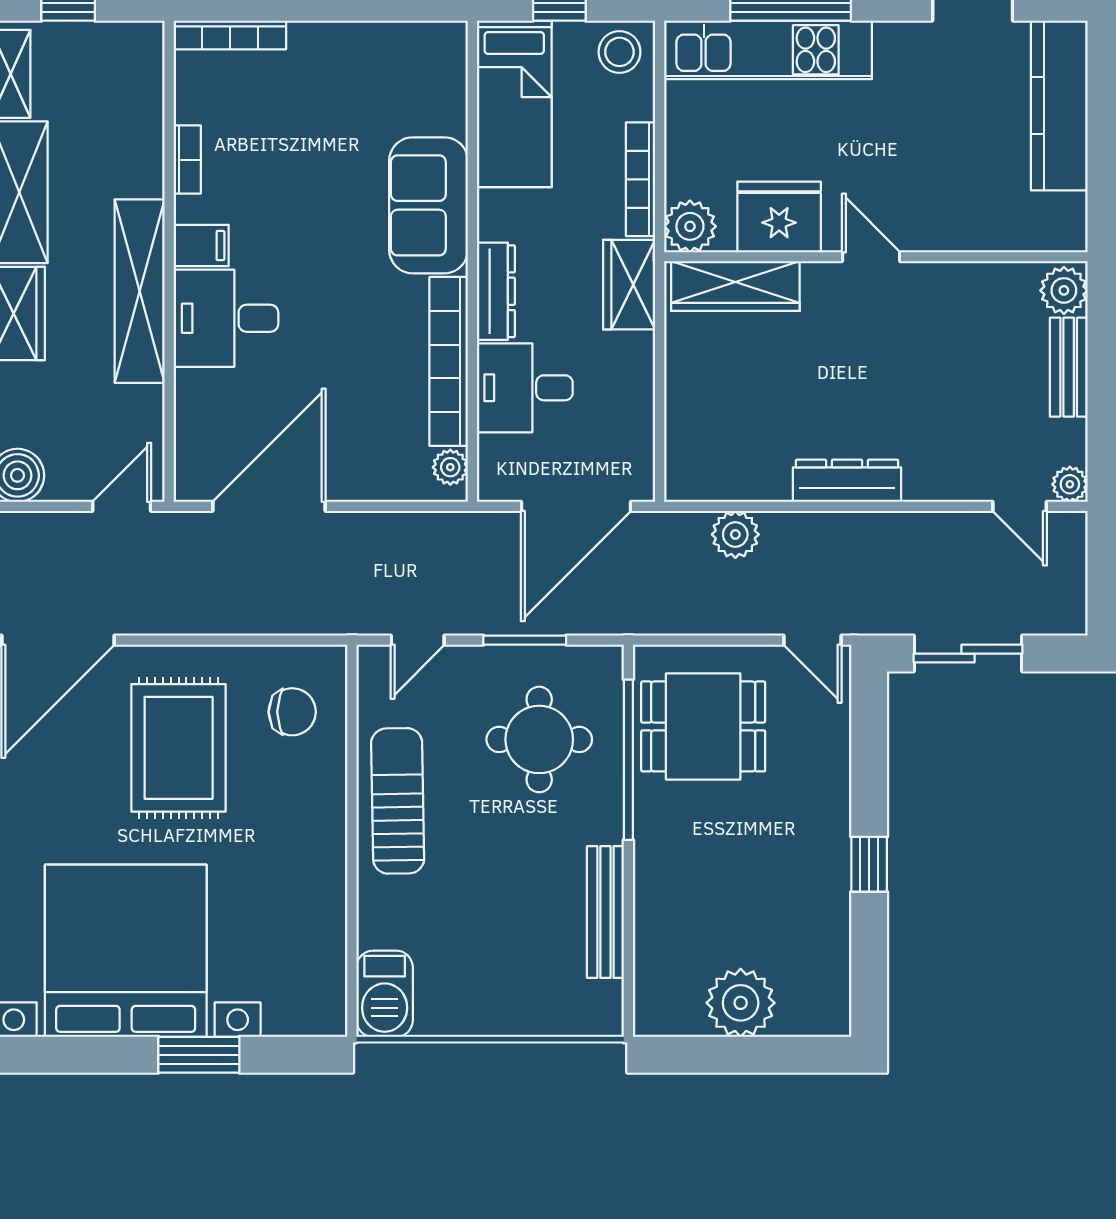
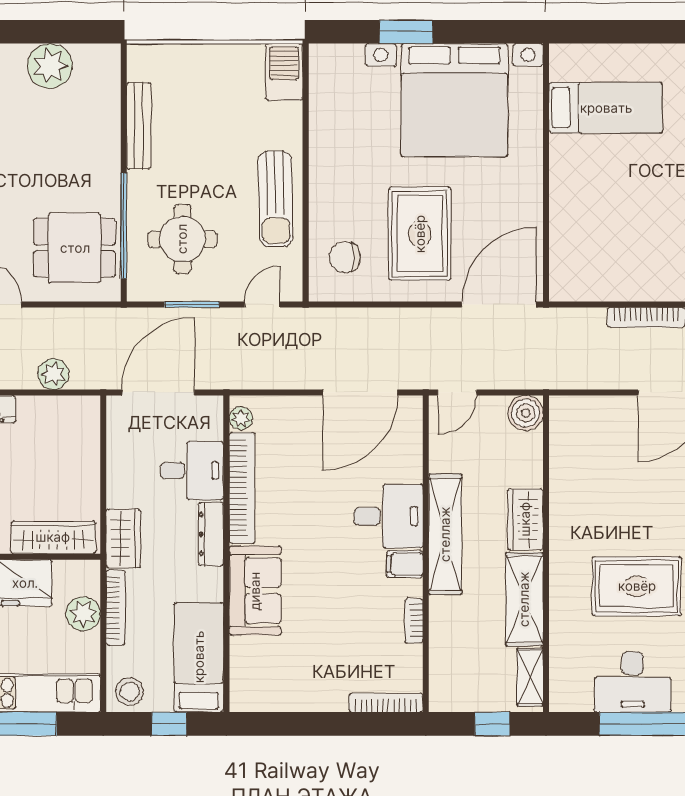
plant: (690, 226) -> (83, 614), moved

